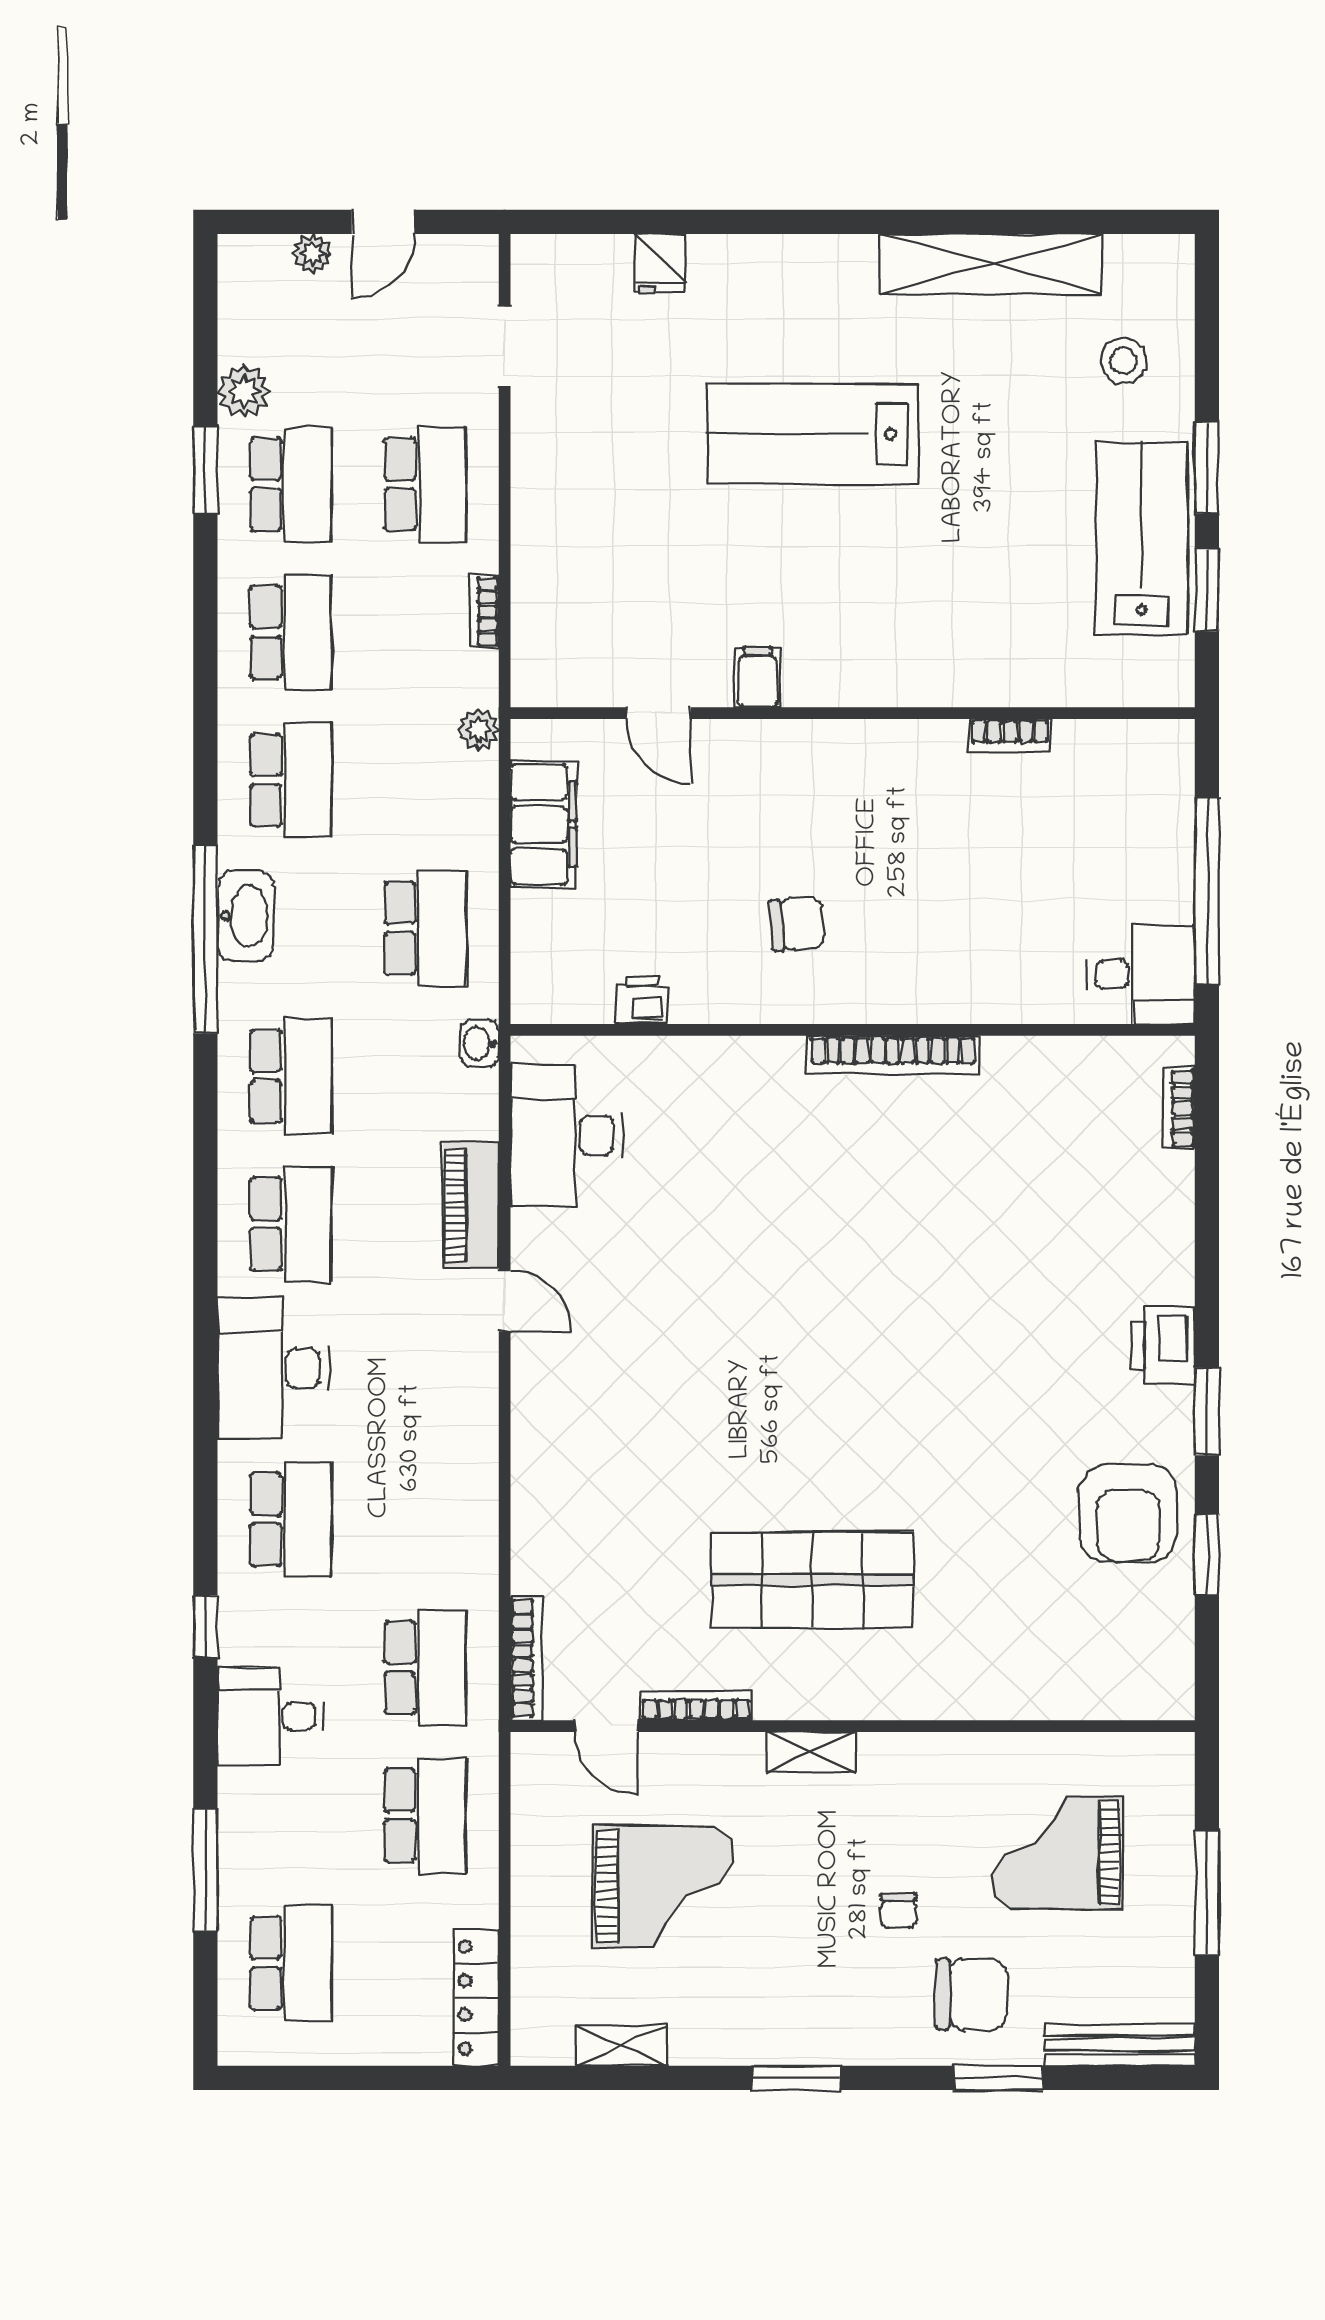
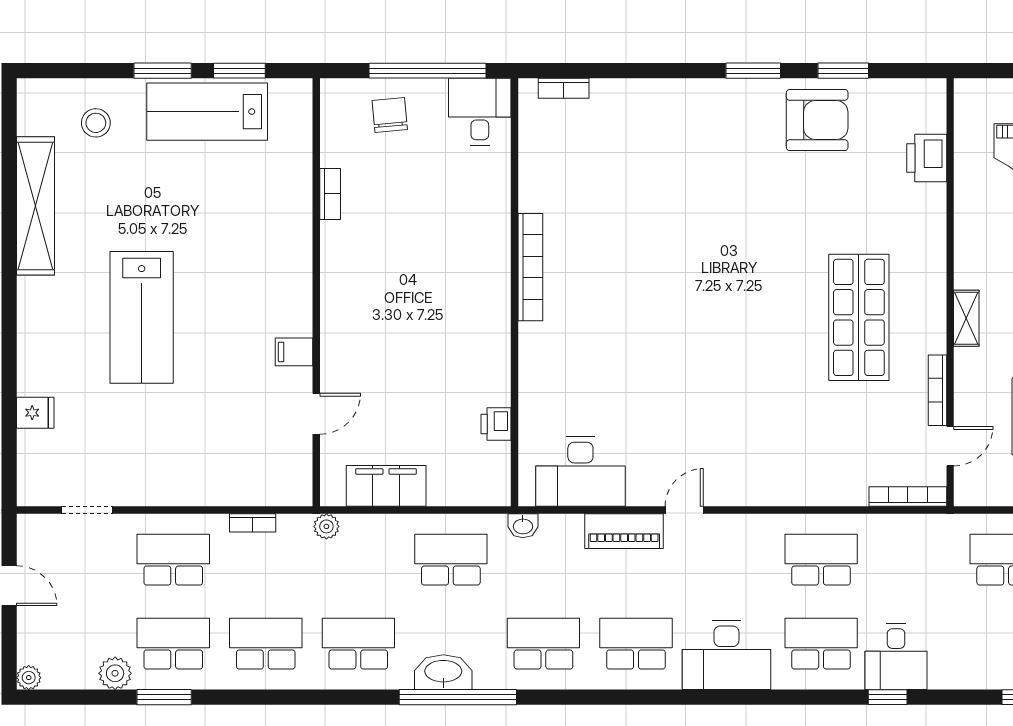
plant: (312, 253) -> (29, 678), moved
chair: (797, 924) -> (390, 115), moved
printer: (1163, 1346) -> (927, 158), moved, turned 90
school desk: (425, 1668) -> (821, 560), moved
desk: (271, 1716) -> (896, 657), moved

